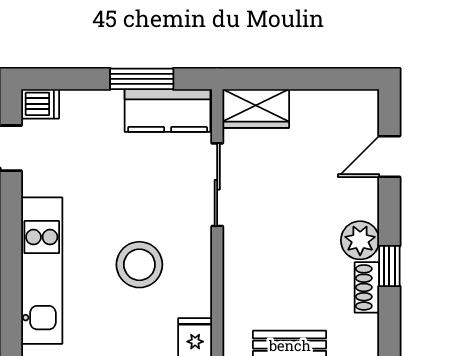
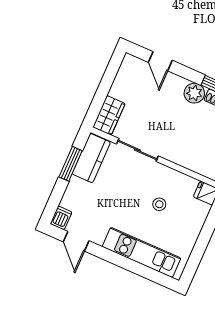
stool: (139, 265) -> (159, 204), width x0.53, depth x0.53

